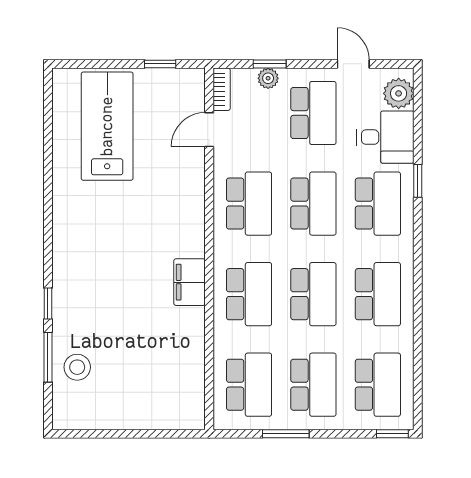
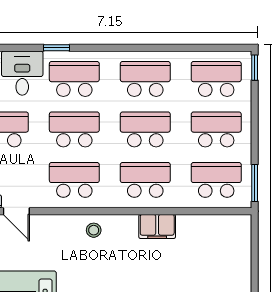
stool: (185, 228) -> (94, 230), added
filing cabinet: (190, 282) -> (157, 226), moved
window: (286, 434) -> (255, 183), moved

